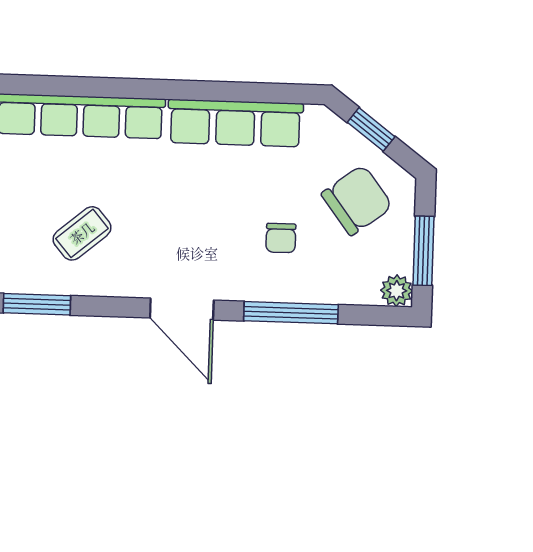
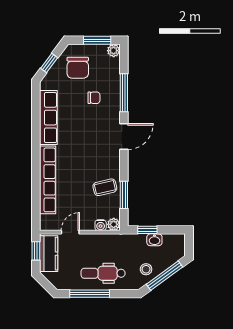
chair: (357, 200) -> (78, 68), turned -143
coffee table: (82, 233) -> (105, 187), moved, turned -63

